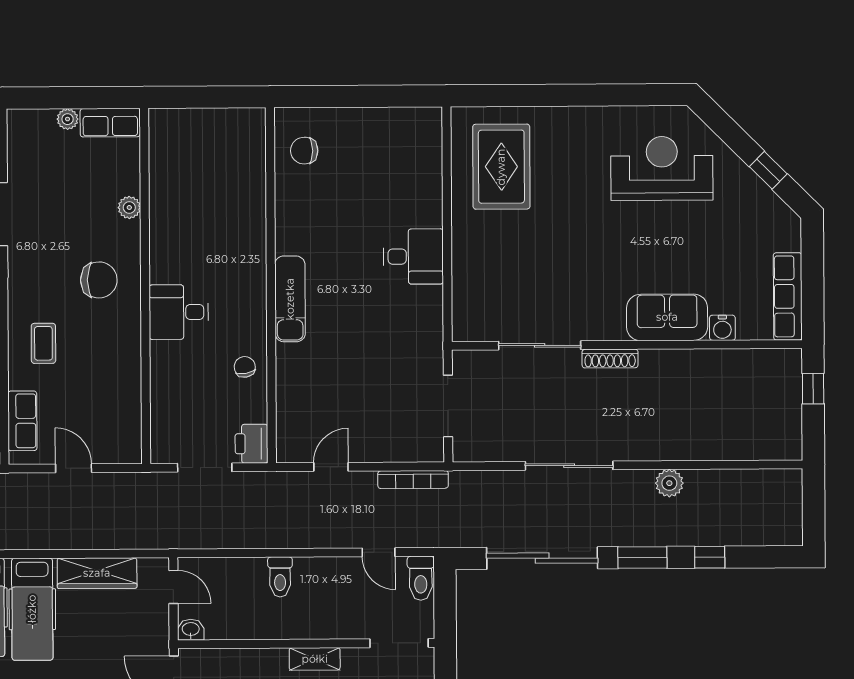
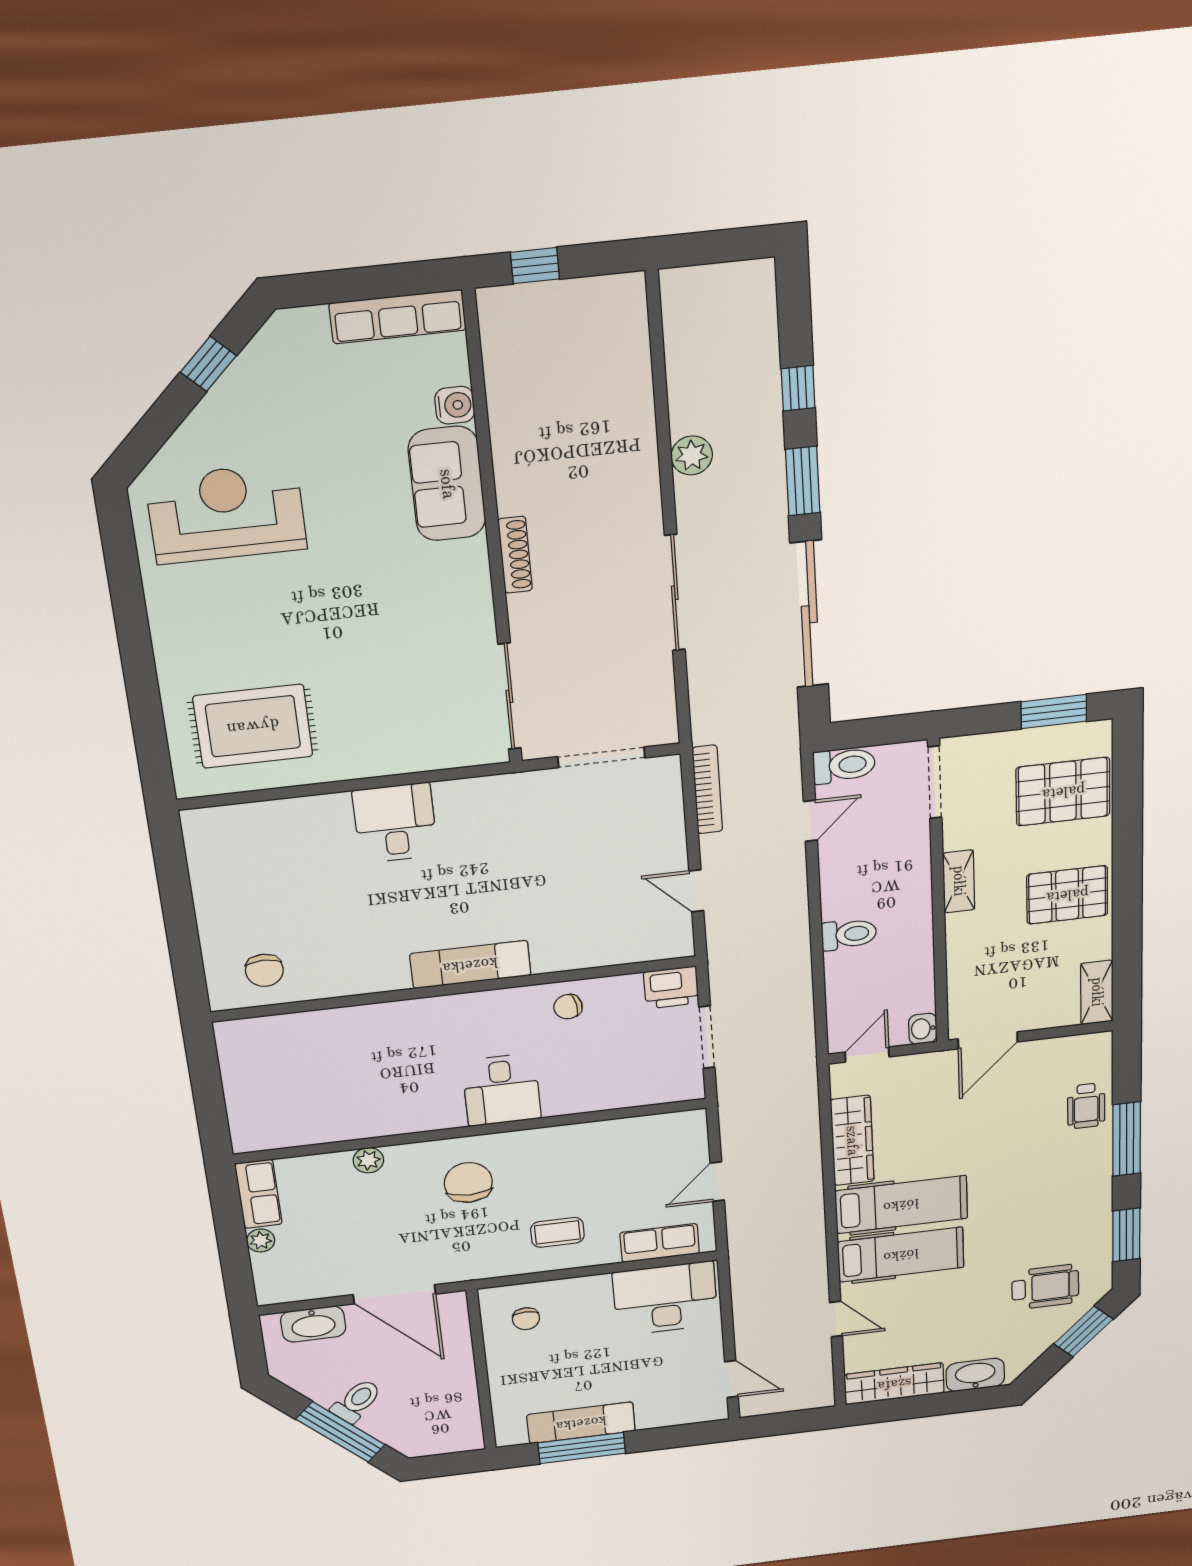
reception desk: (662, 168) -> (226, 514), turned 90
sliding door: (540, 345) -> (509, 696), moved

